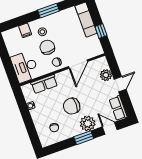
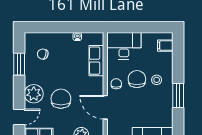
filing cabinet: (25, 30) -> (165, 46), moved
chair: (47, 47) -> (137, 79), turned -90
chair: (72, 106) -> (61, 99), moved
window: (84, 138) -> (19, 64), moved

